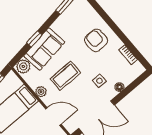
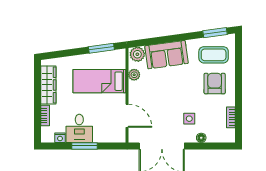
window: (34, 39) -> (165, 39), removed
coffee table: (65, 76) -> (214, 55), moved
plant: (41, 92) -> (134, 75), moved

